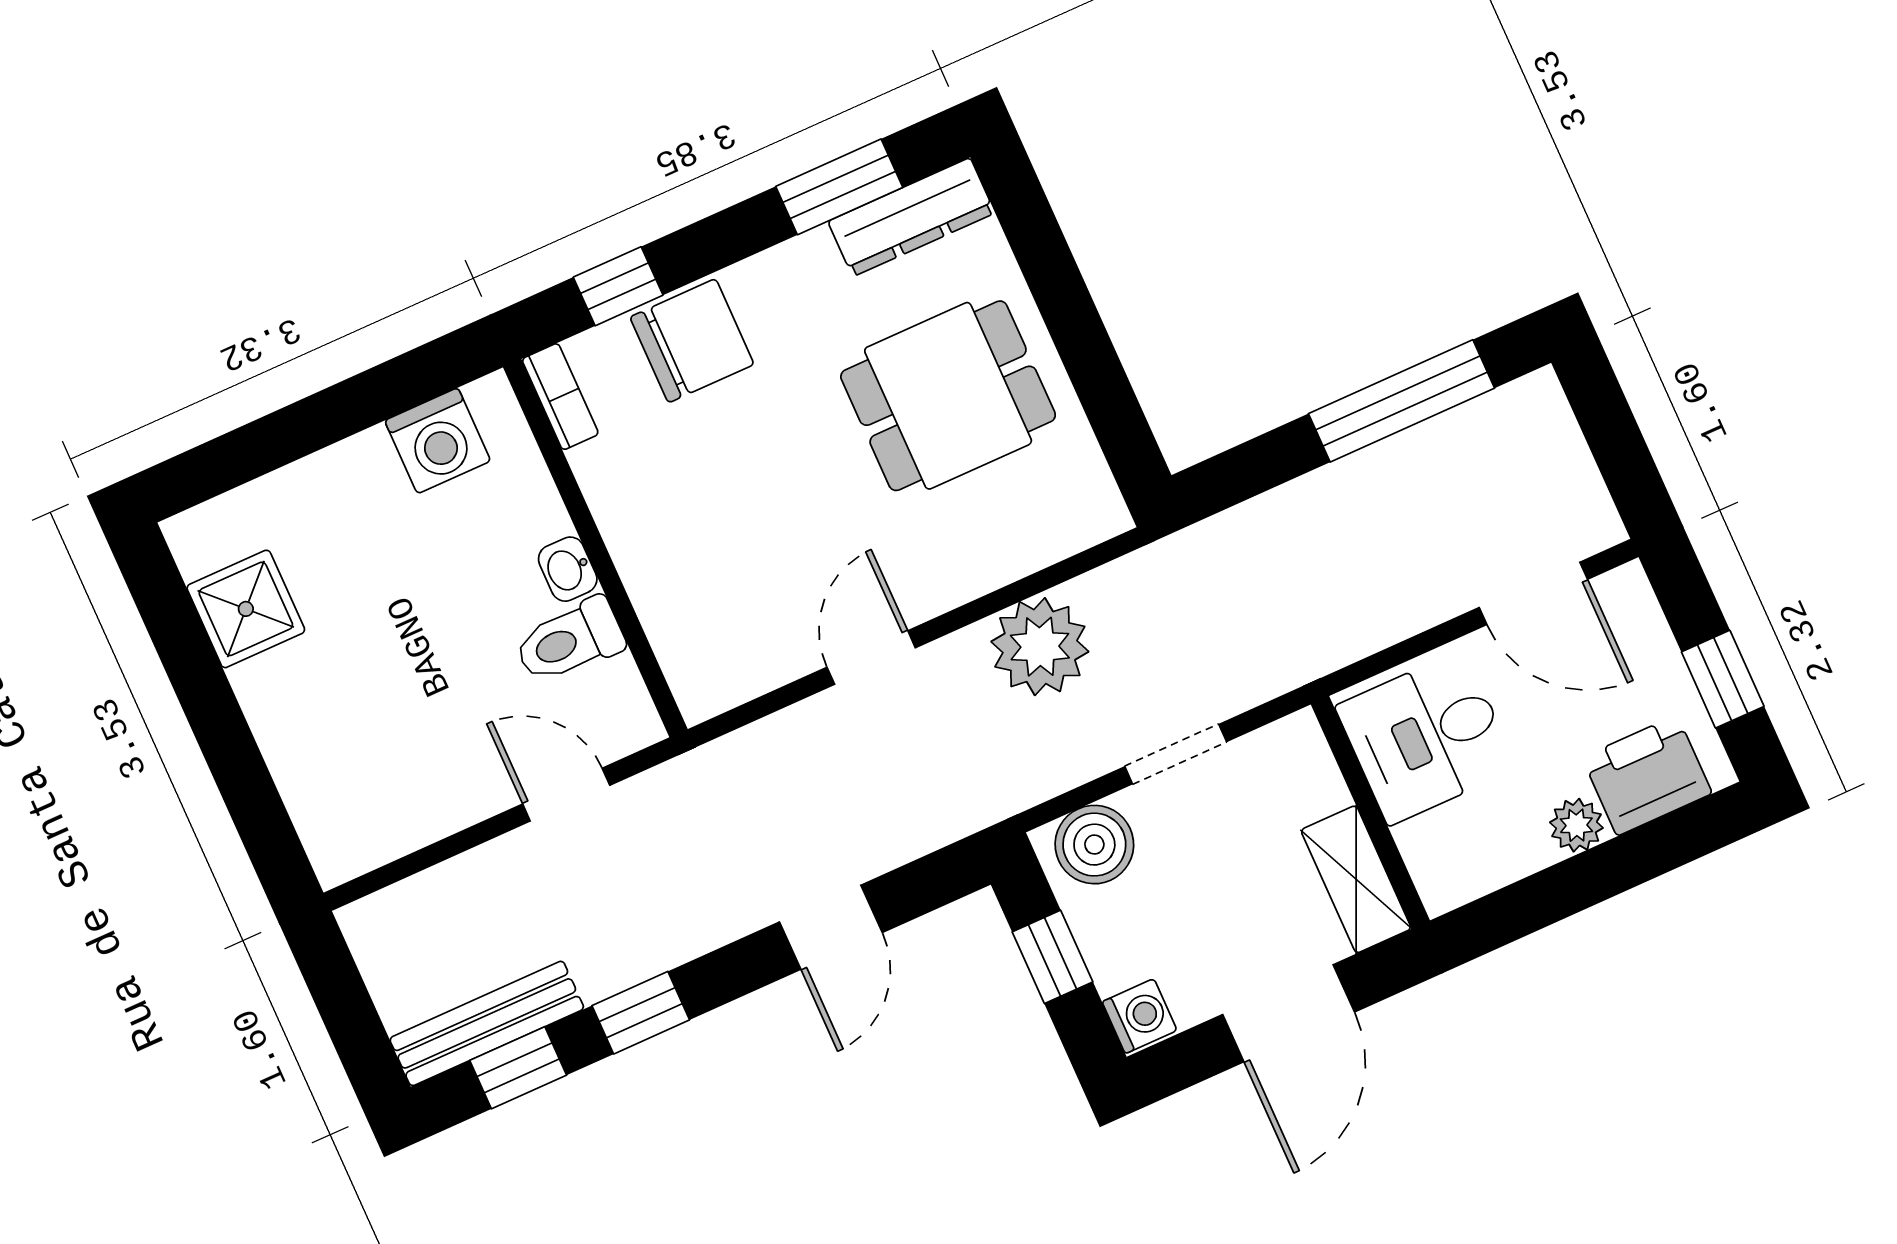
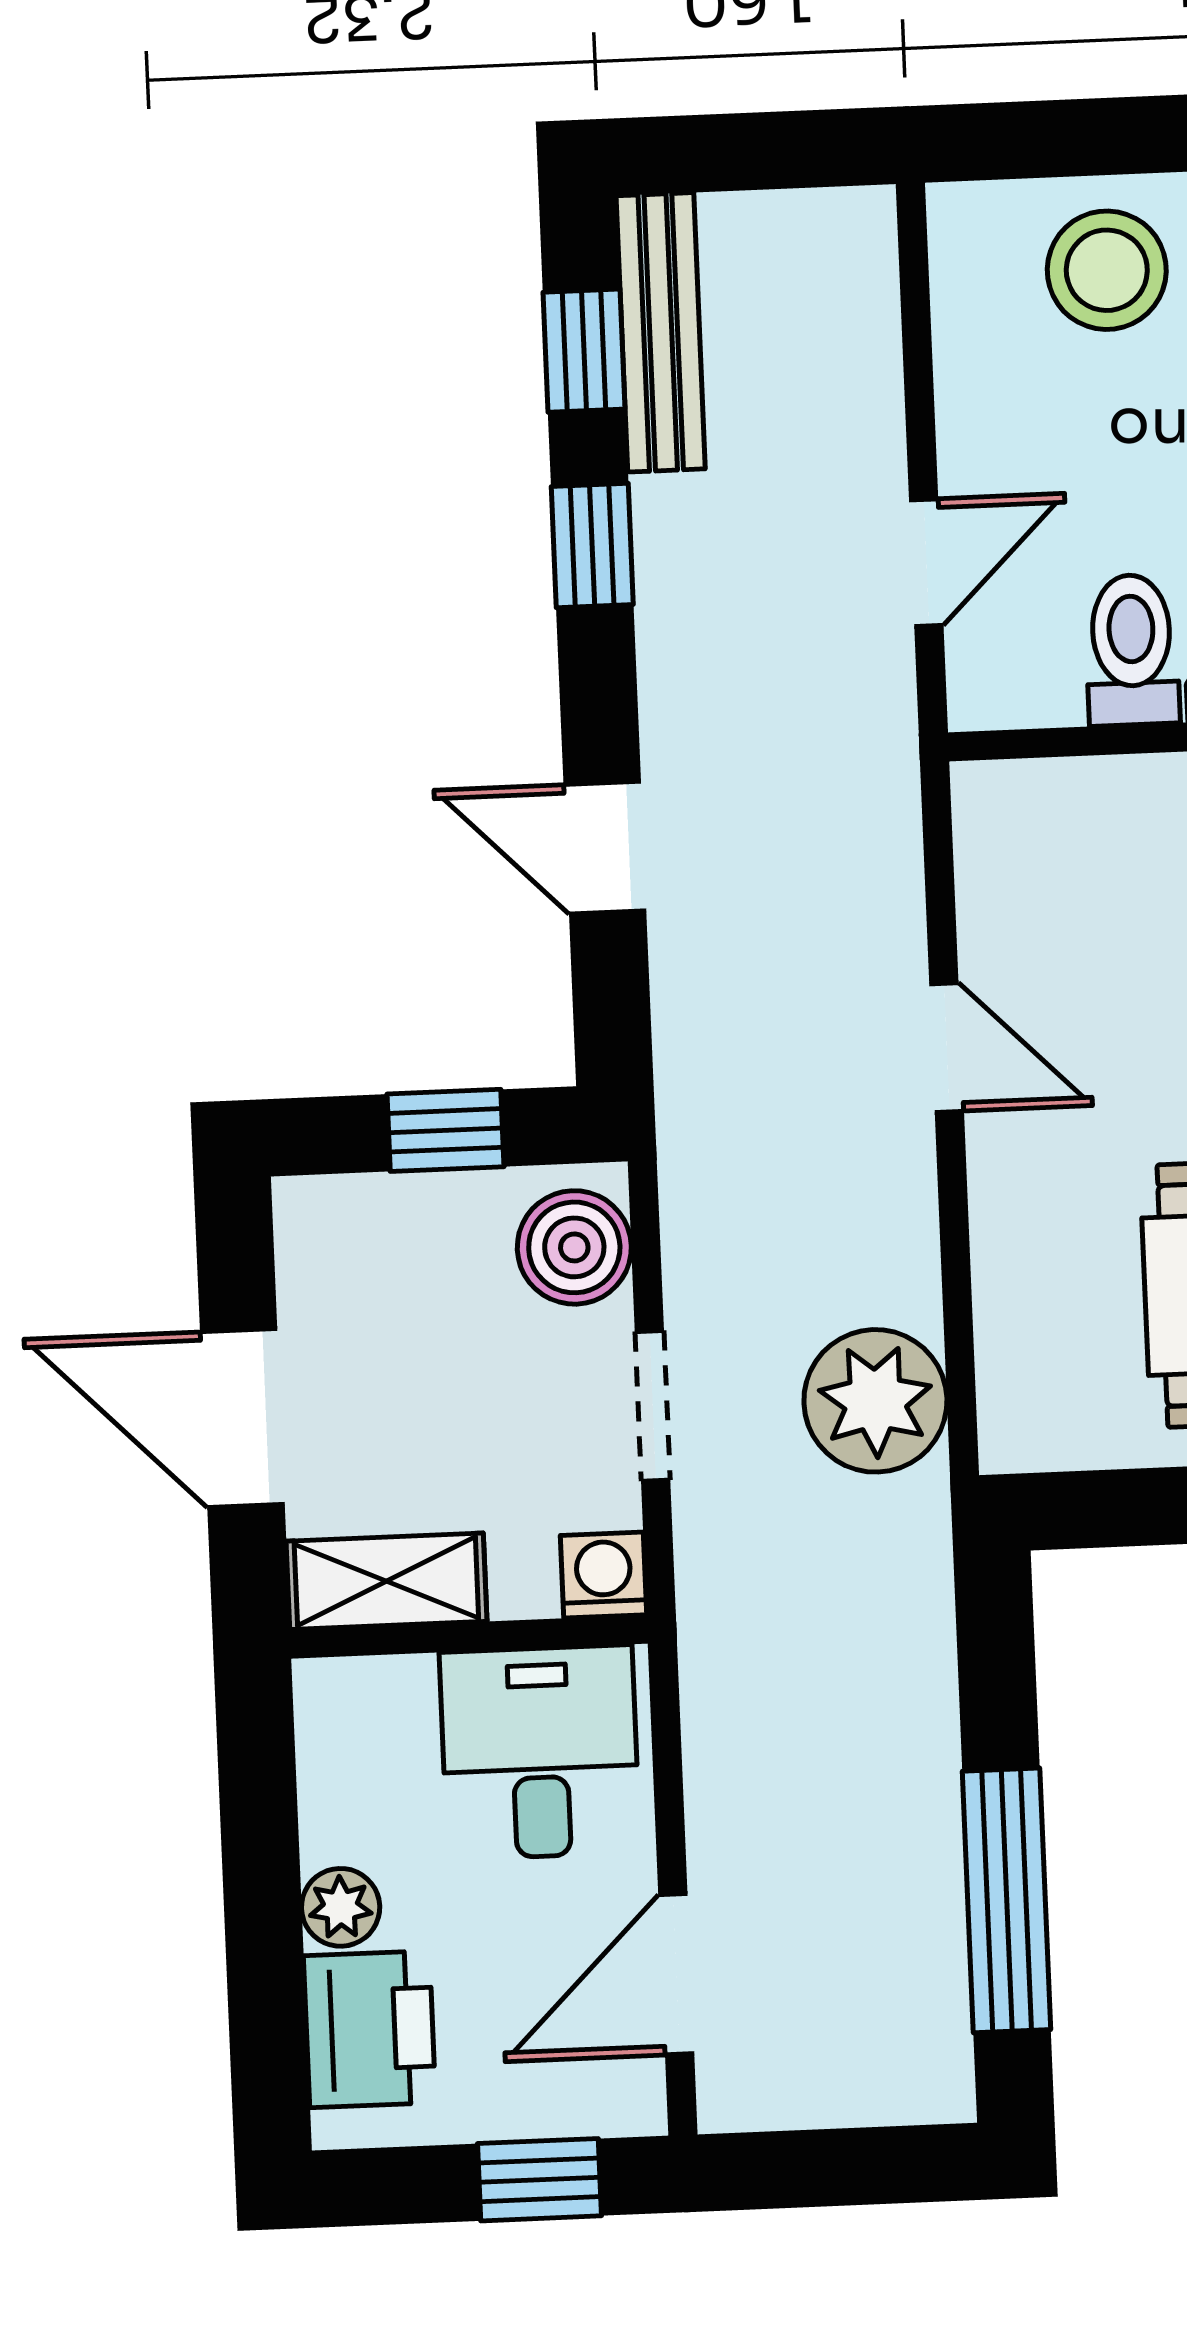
plant: (1040, 647) -> (875, 1401), moved
window: (1723, 679) -> (540, 2180), moved
stool: (333, 754) -> (1107, 270), added
washing machine: (1140, 1016) -> (604, 1575), moved, turned 180

